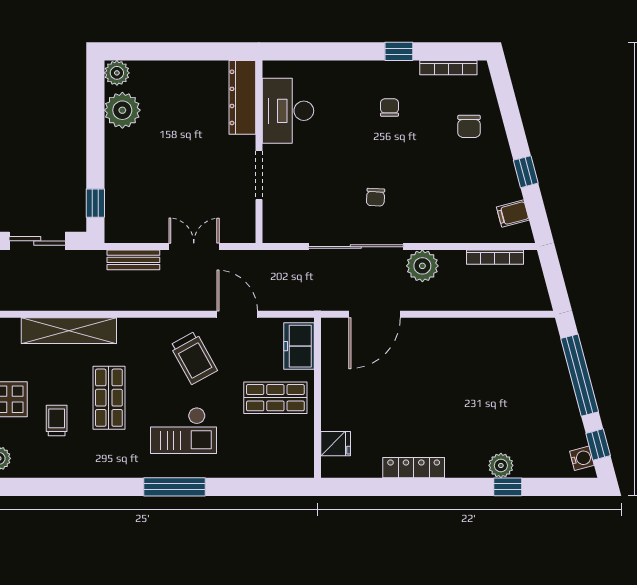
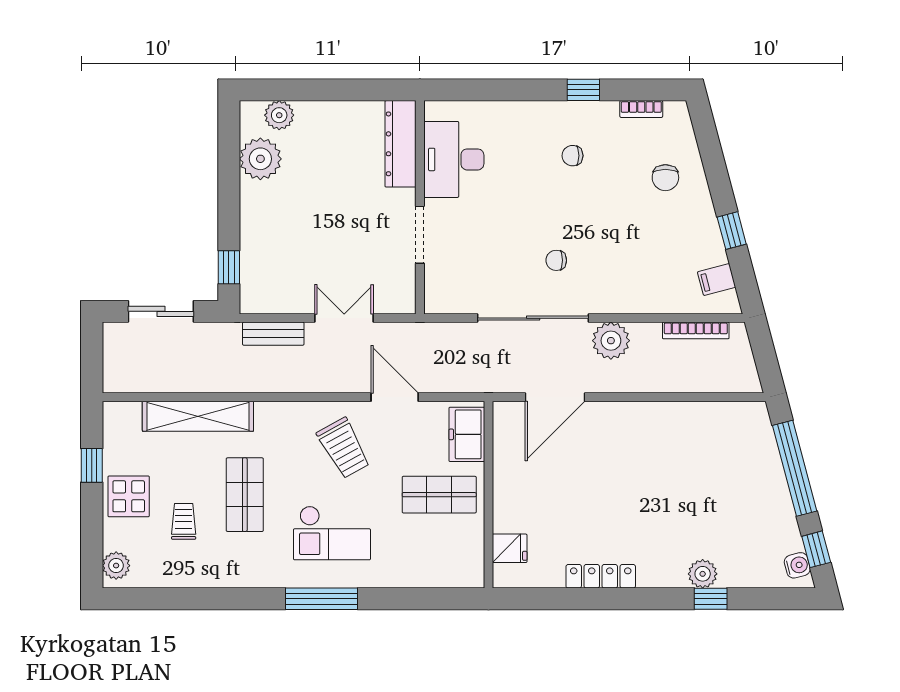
bookcase: (448, 68) -> (641, 109), width x0.64
plant: (117, 73) -> (279, 115), moved
chair: (389, 108) -> (573, 156), turned -90
chair: (376, 197) -> (556, 260), turned 87

